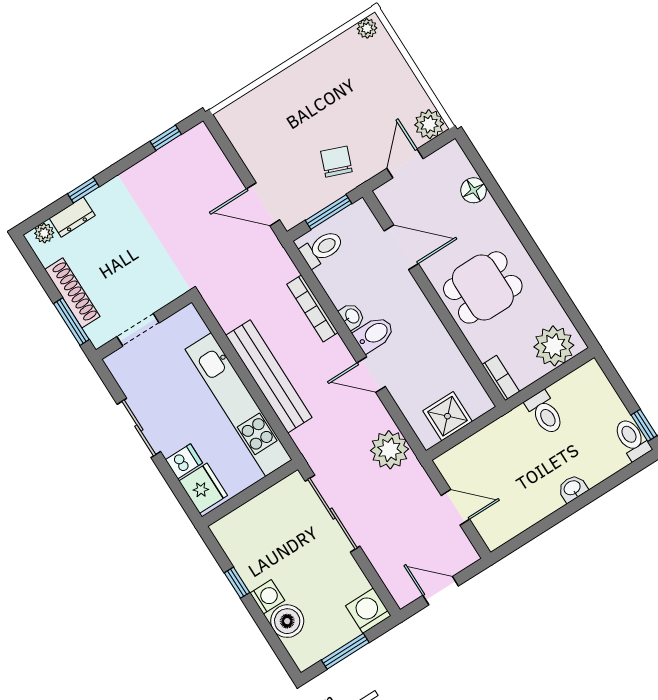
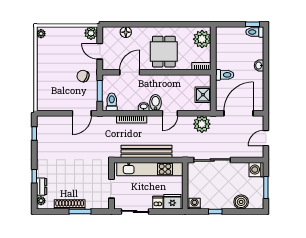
wall: (144, 326) -> (111, 186), moved
doorway: (138, 330) -> (111, 189), moved
toilet: (545, 413) -> (225, 75), moved
door: (455, 507) -> (239, 113), width x1.87
washing machine: (267, 597) -> (195, 204), moved

